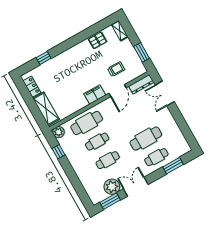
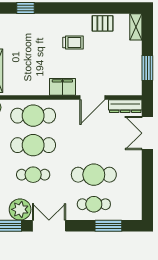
trolley: (116, 69) -> (73, 42), moved
cafe table: (97, 142) -> (33, 145), width x1.37, depth x1.35

